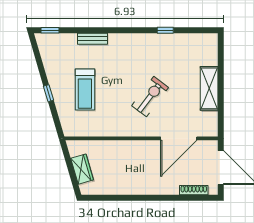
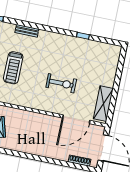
shelving: (209, 88) -> (103, 104), moved
exercise bike: (150, 97) -> (61, 83), turned 53

